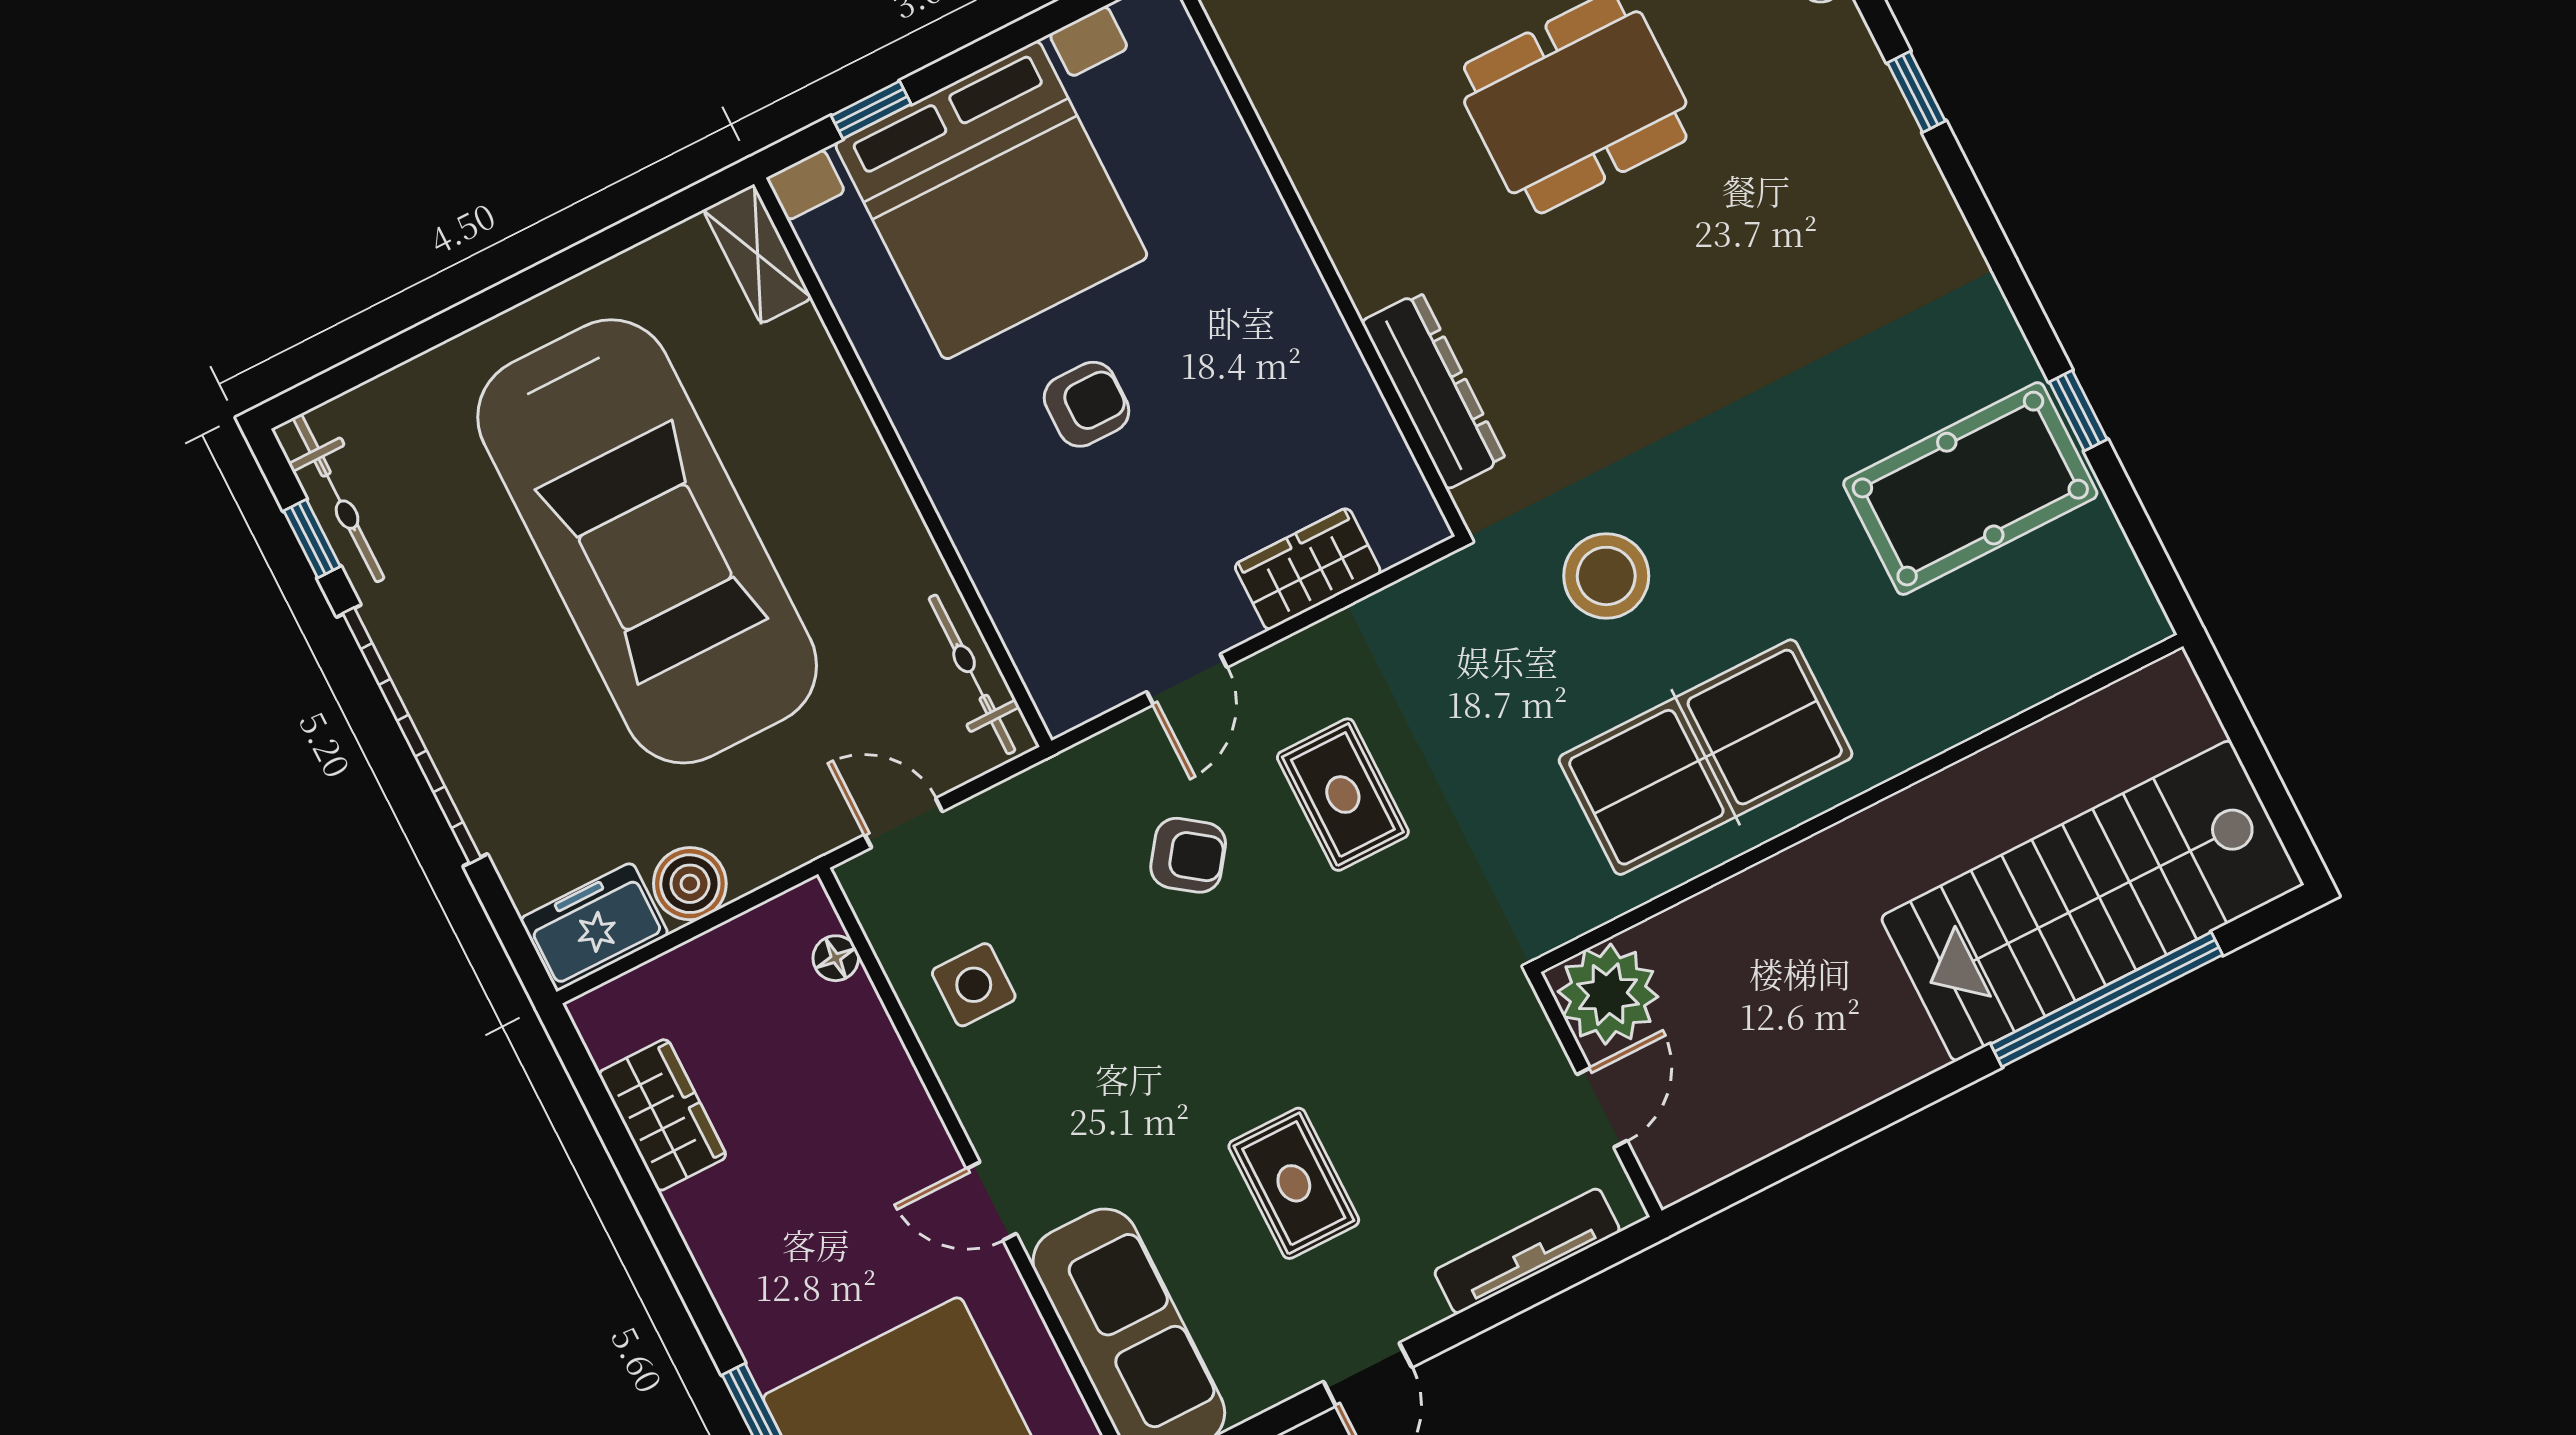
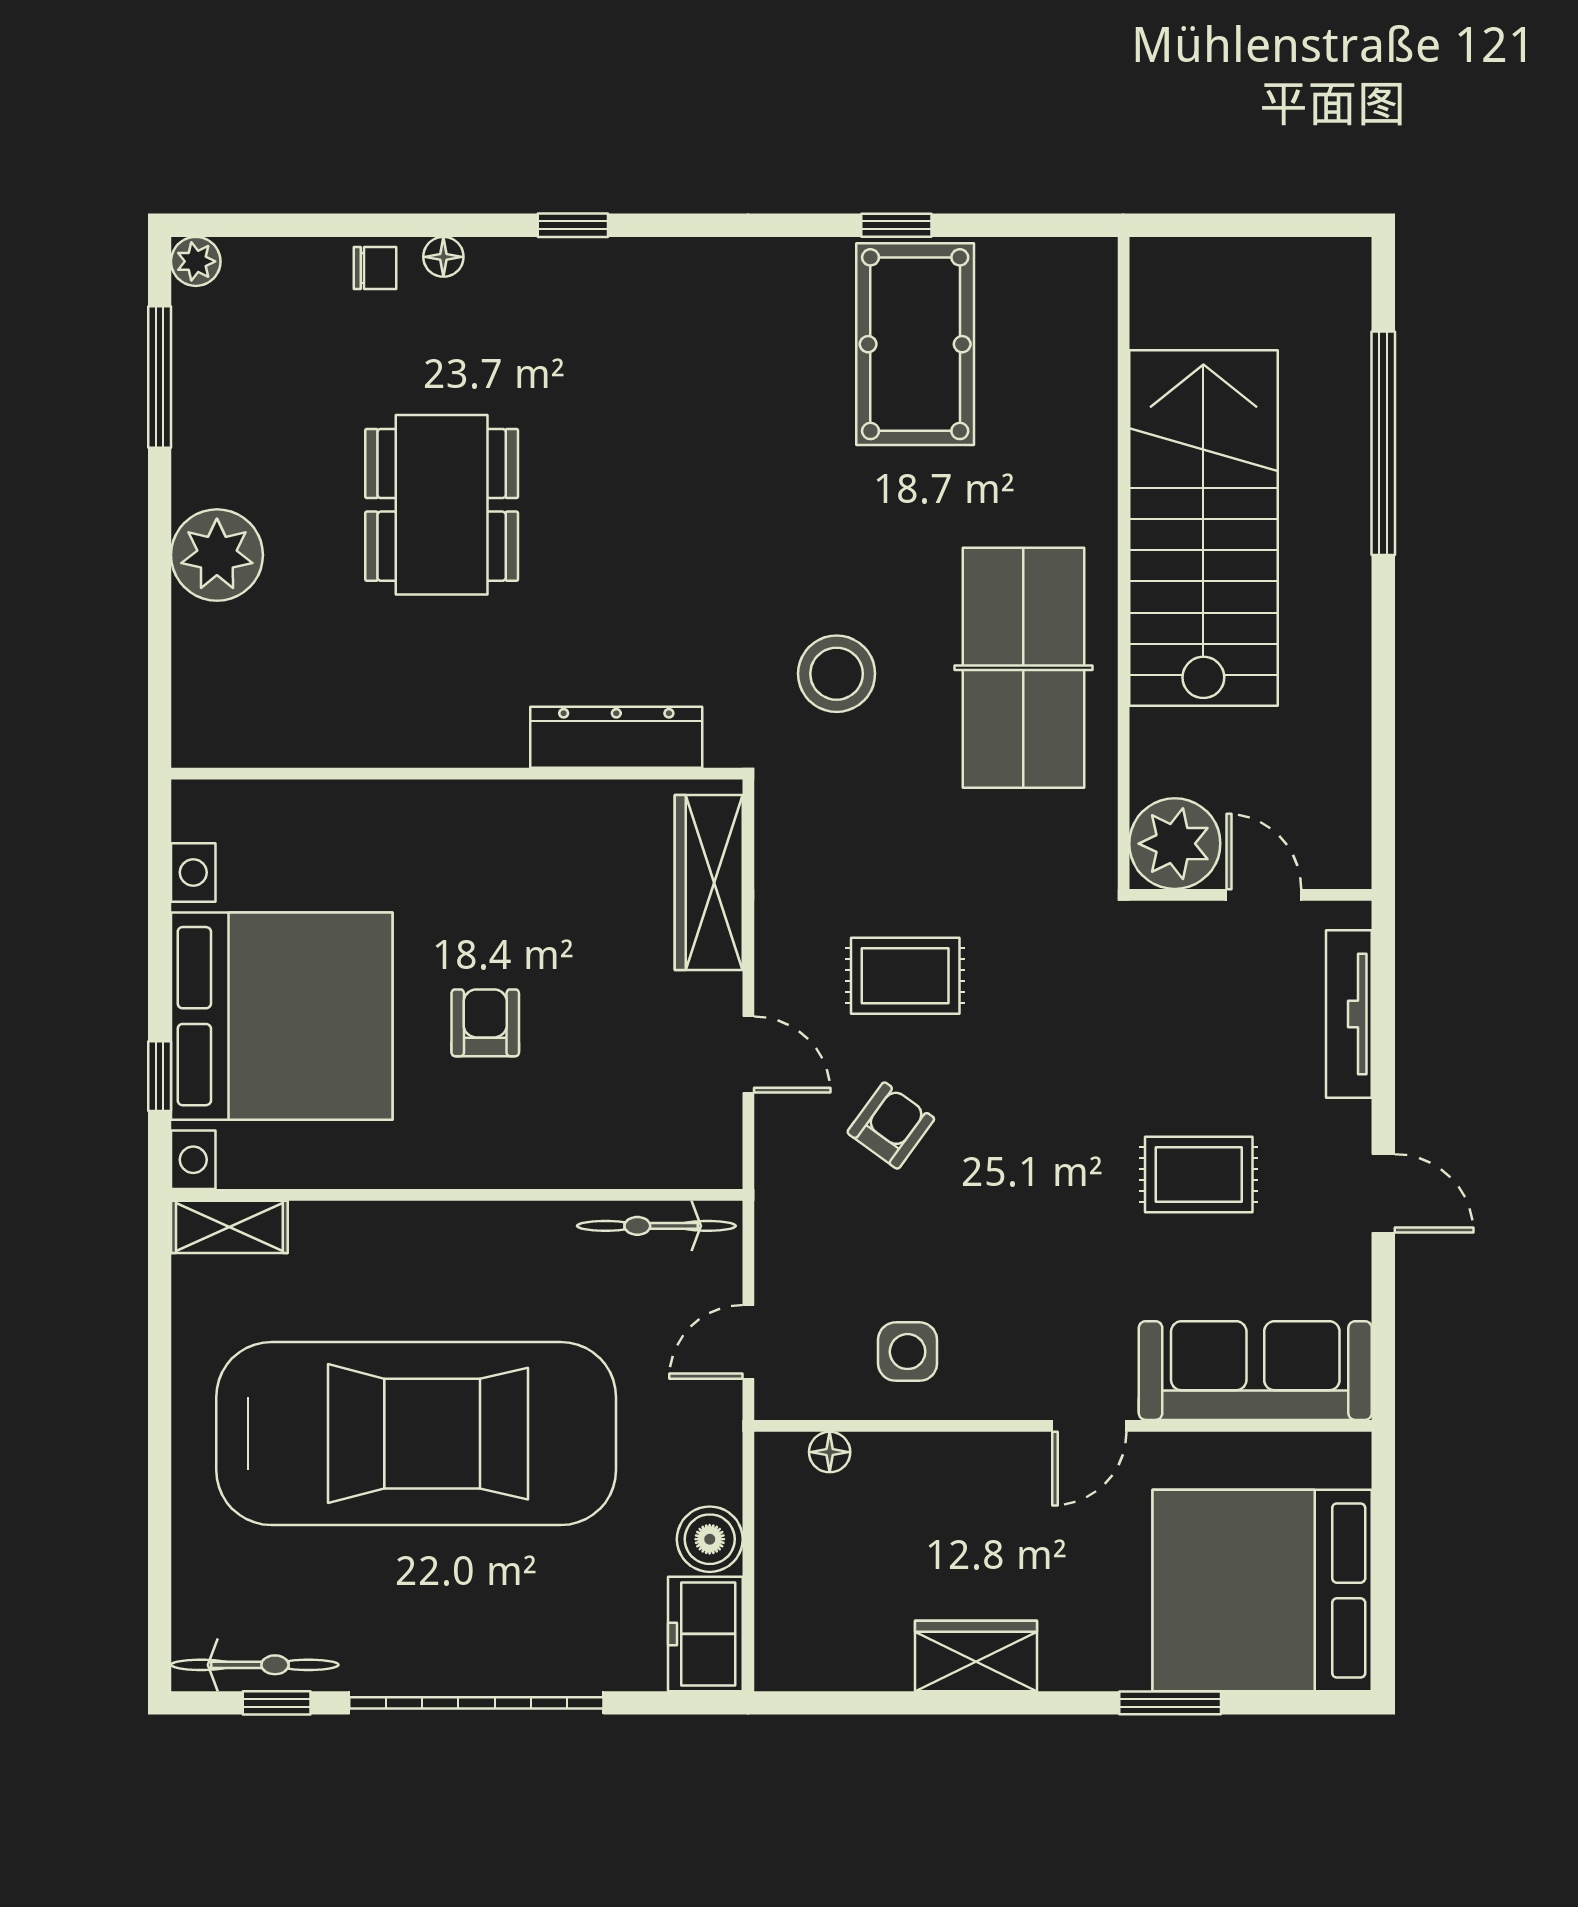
wardrobe: (1308, 569) -> (709, 883), width x1.50
stairs: (2092, 901) -> (1203, 528), moved, turned 180
wardrobe: (662, 1115) -> (976, 1656), moved

